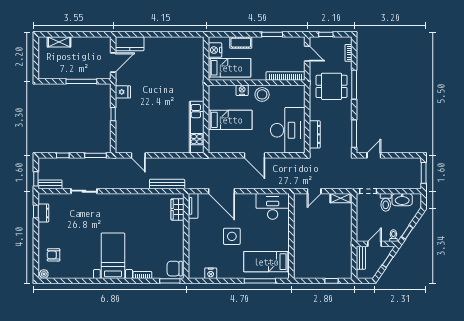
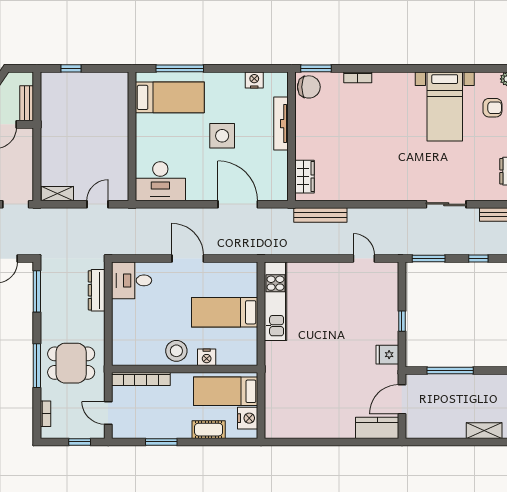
desk: (288, 130) -> (132, 280), width x0.53, depth x0.77
tv unit: (193, 206) -> (281, 124), moved, width x1.41
bed with nightstands: (113, 256) -> (445, 106), moved

